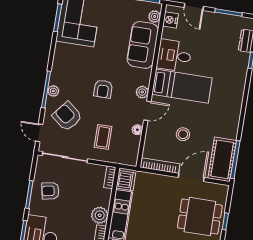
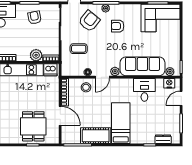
sofa: (143, 45) -> (142, 66), width x1.36
bed: (182, 86) -> (121, 123), moved, turned 180
armchair: (103, 89) -> (118, 26), moved
door: (147, 111) -> (102, 77), hinge flipped
stool: (183, 134) -> (86, 87), moved
cot: (222, 159) -> (96, 136), moved
plant: (100, 215) -> (36, 55), moved

